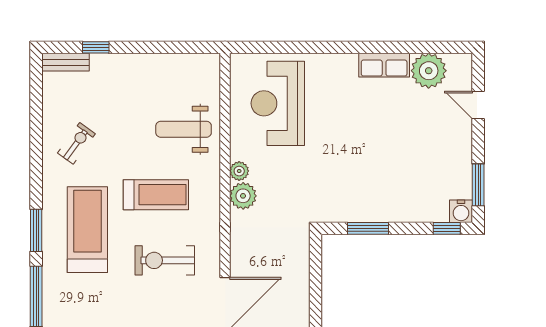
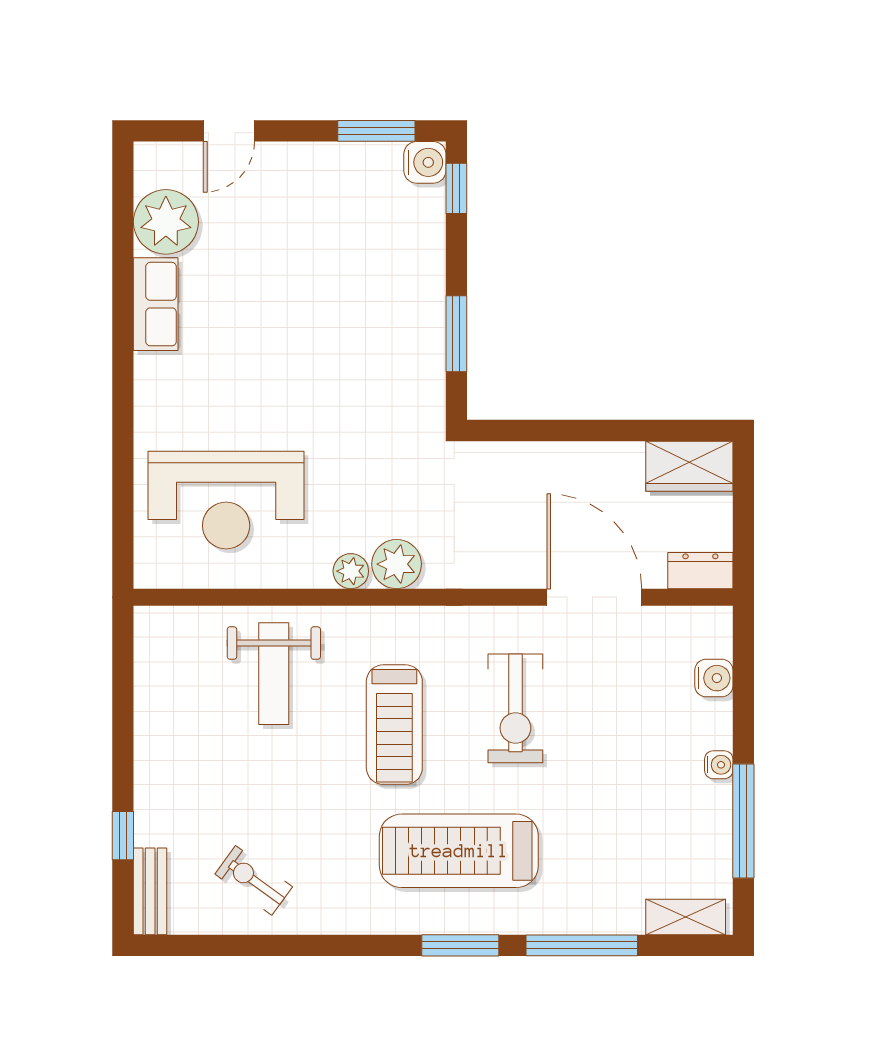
exercise bike: (76, 143) -> (254, 880), moved
treadmill: (156, 195) -> (394, 725), turned 180

